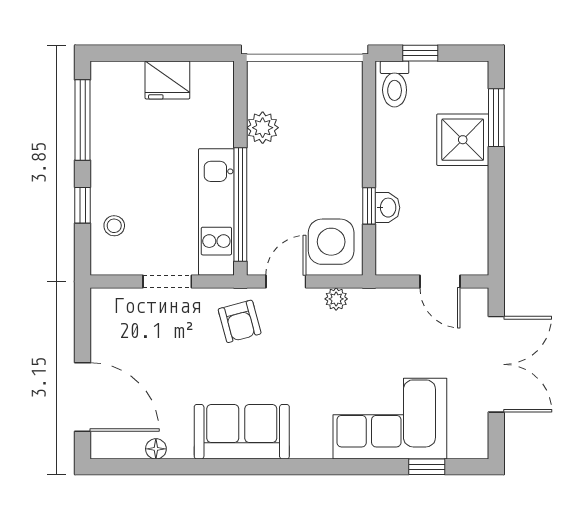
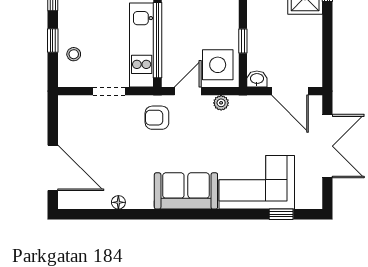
washbasin: (387, 208) -> (257, 79), moved, turned -90
door: (440, 281) -> (290, 91), width x1.38
armchair: (240, 321) -> (157, 118), turned 105
sofa: (242, 432) -> (186, 191), moved
floor lamp: (156, 449) -> (118, 202), moved

